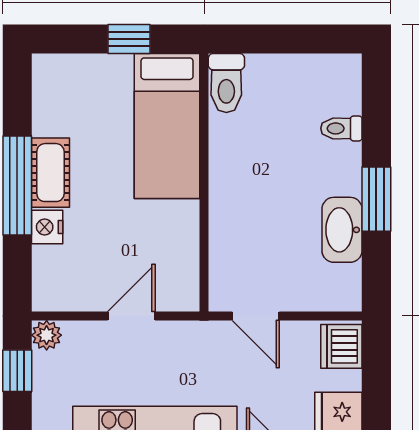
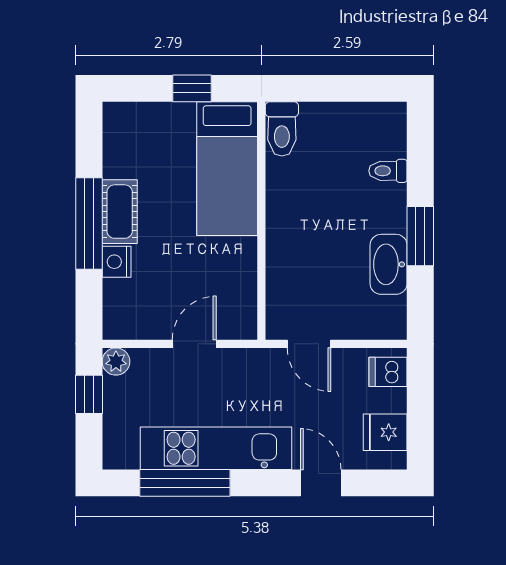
dishwasher: (341, 346) -> (388, 372), width x0.73

